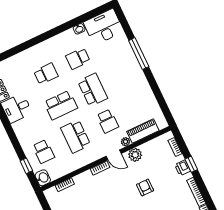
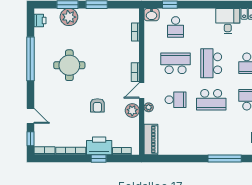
school desk: (108, 121) -> (176, 100), turned 180
piano: (143, 131) -> (151, 139), moved
school desk: (44, 152) -> (176, 27), turned -90
printer: (182, 168) -> (99, 146), width x1.87, depth x1.48
armchair: (145, 187) -> (97, 105), turned 90

